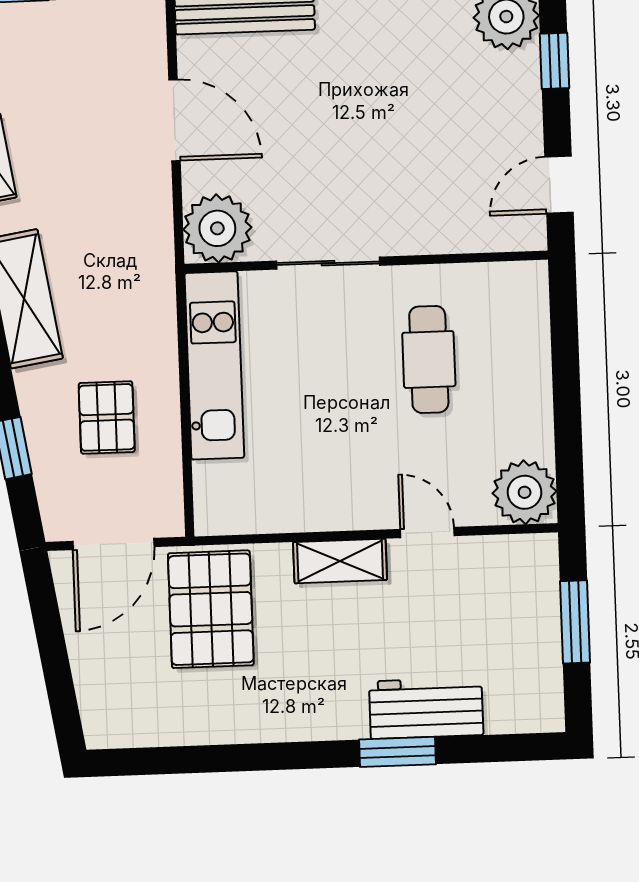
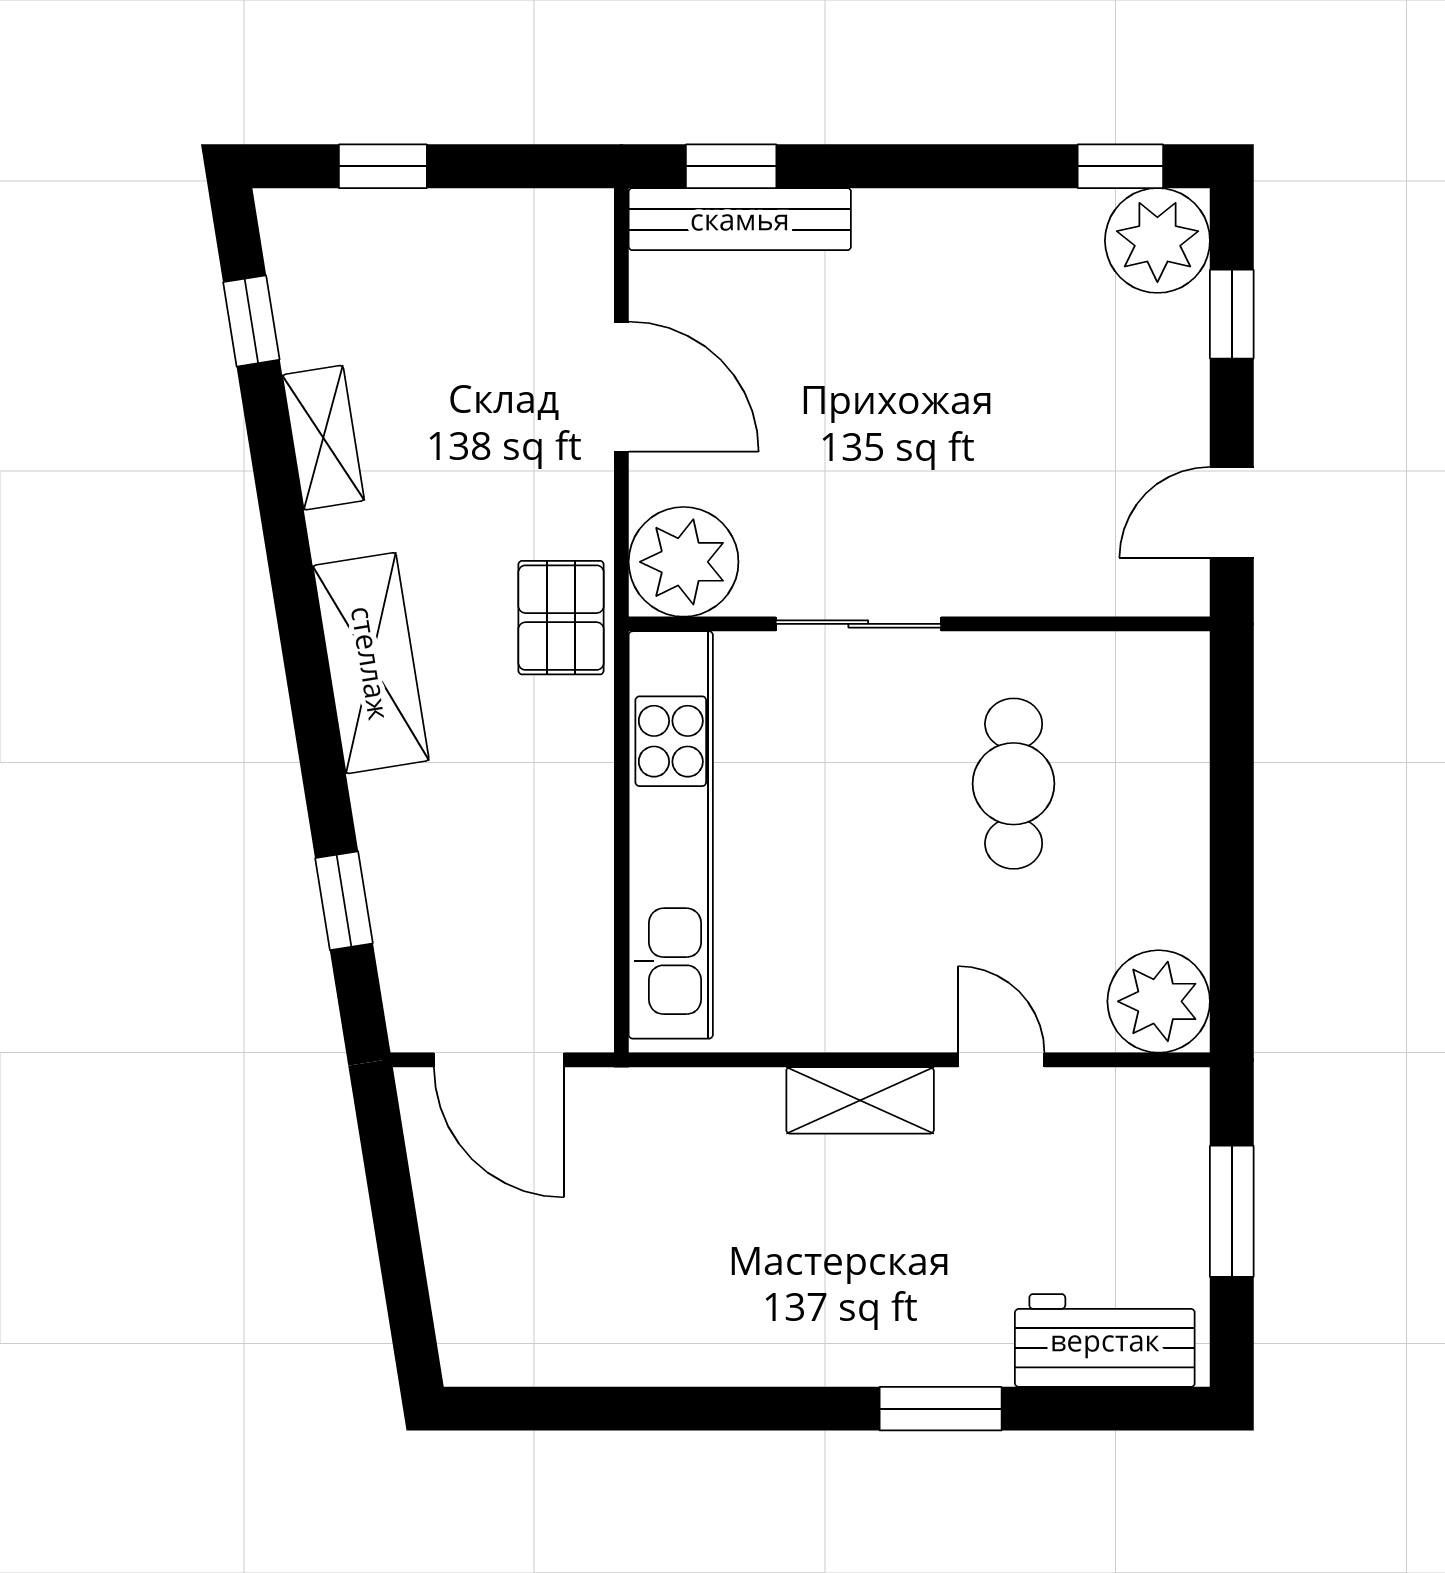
kitchen unit: (214, 365) -> (671, 835), width x1.36
pallet: (107, 417) -> (561, 618), moved
door: (113, 544) -> (499, 1060), hinge flipped
pallet: (211, 609) -> (651, 1170), removed
workbench: (426, 708) -> (1105, 1340), moved

